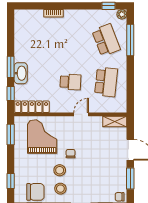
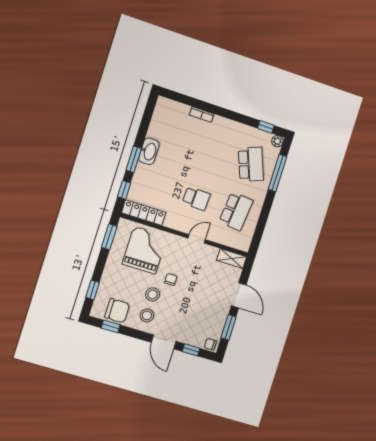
washbasin: (21, 73) -> (149, 151), moved

